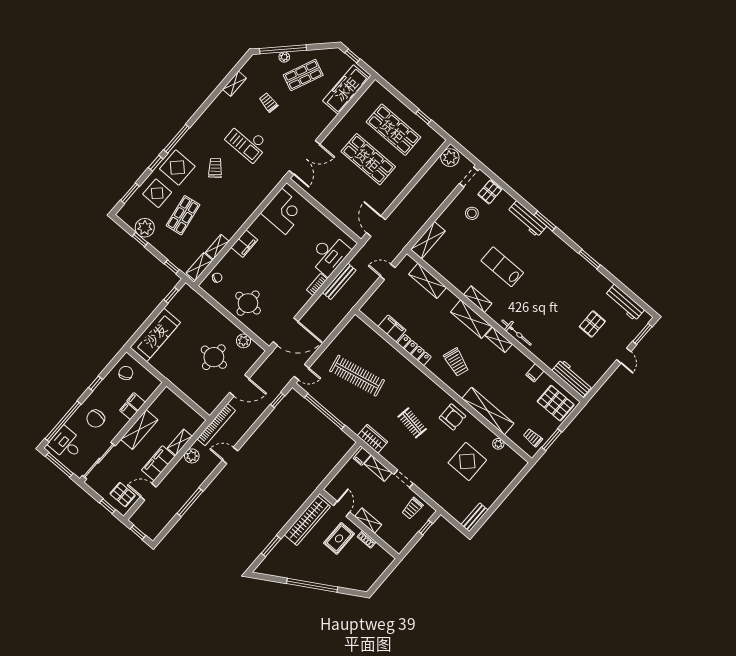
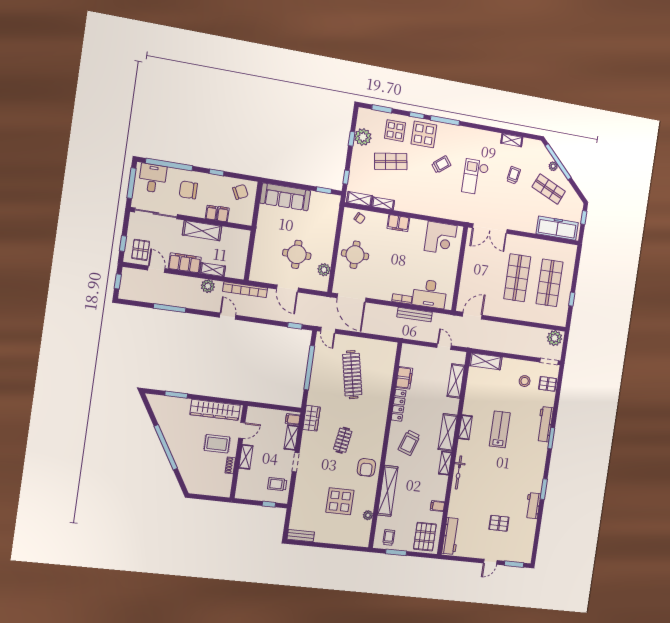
workbench: (625, 303) -> (533, 506), moved, width x0.73

